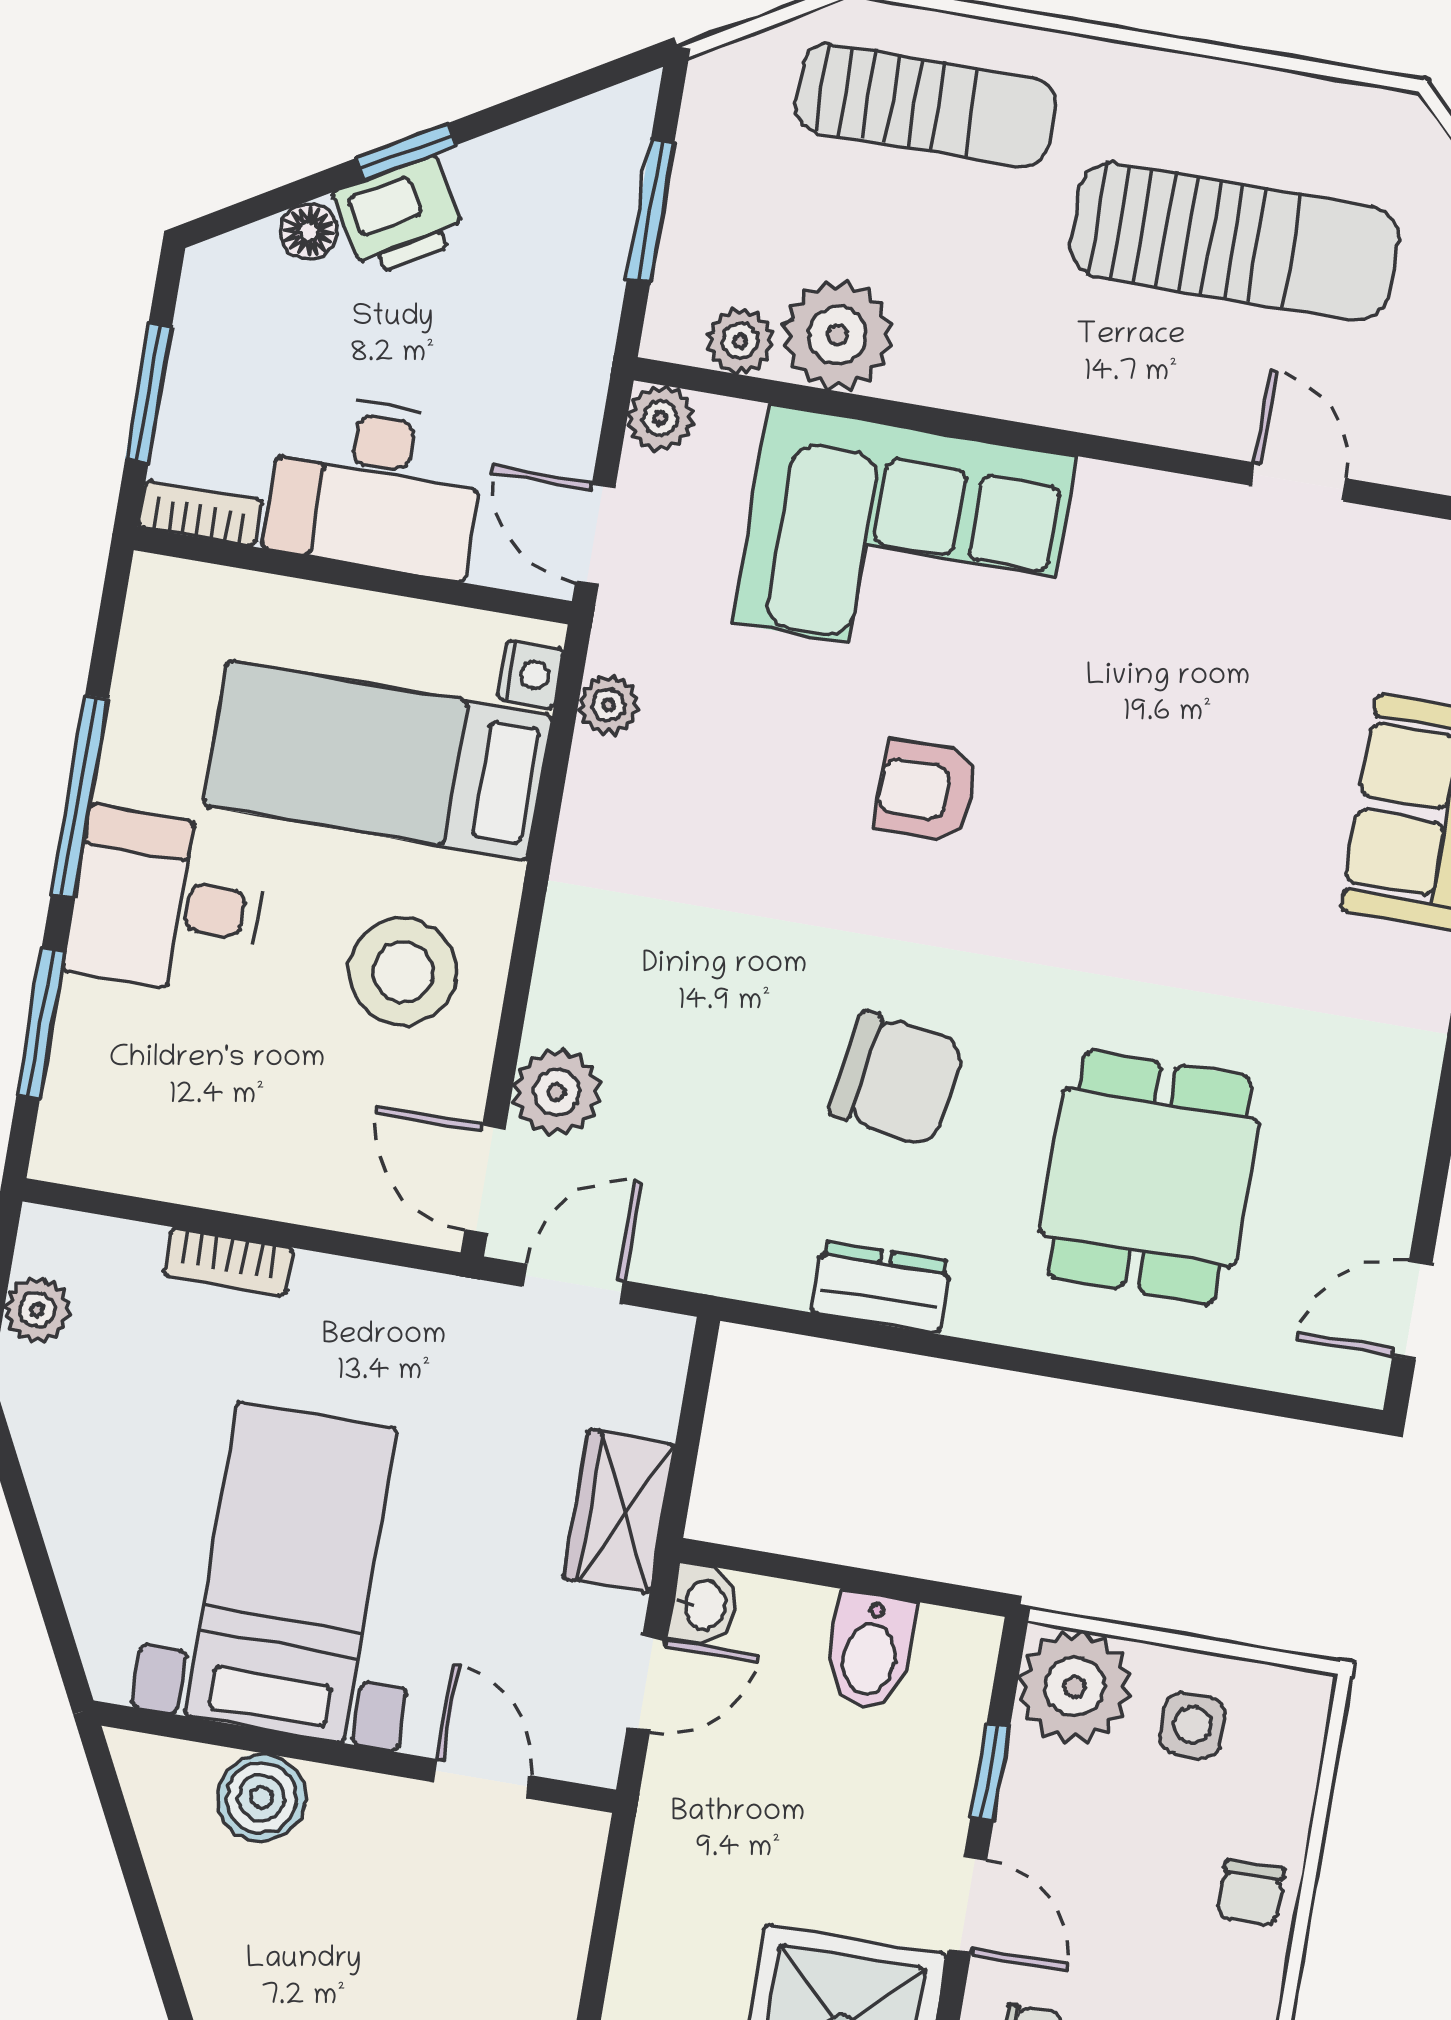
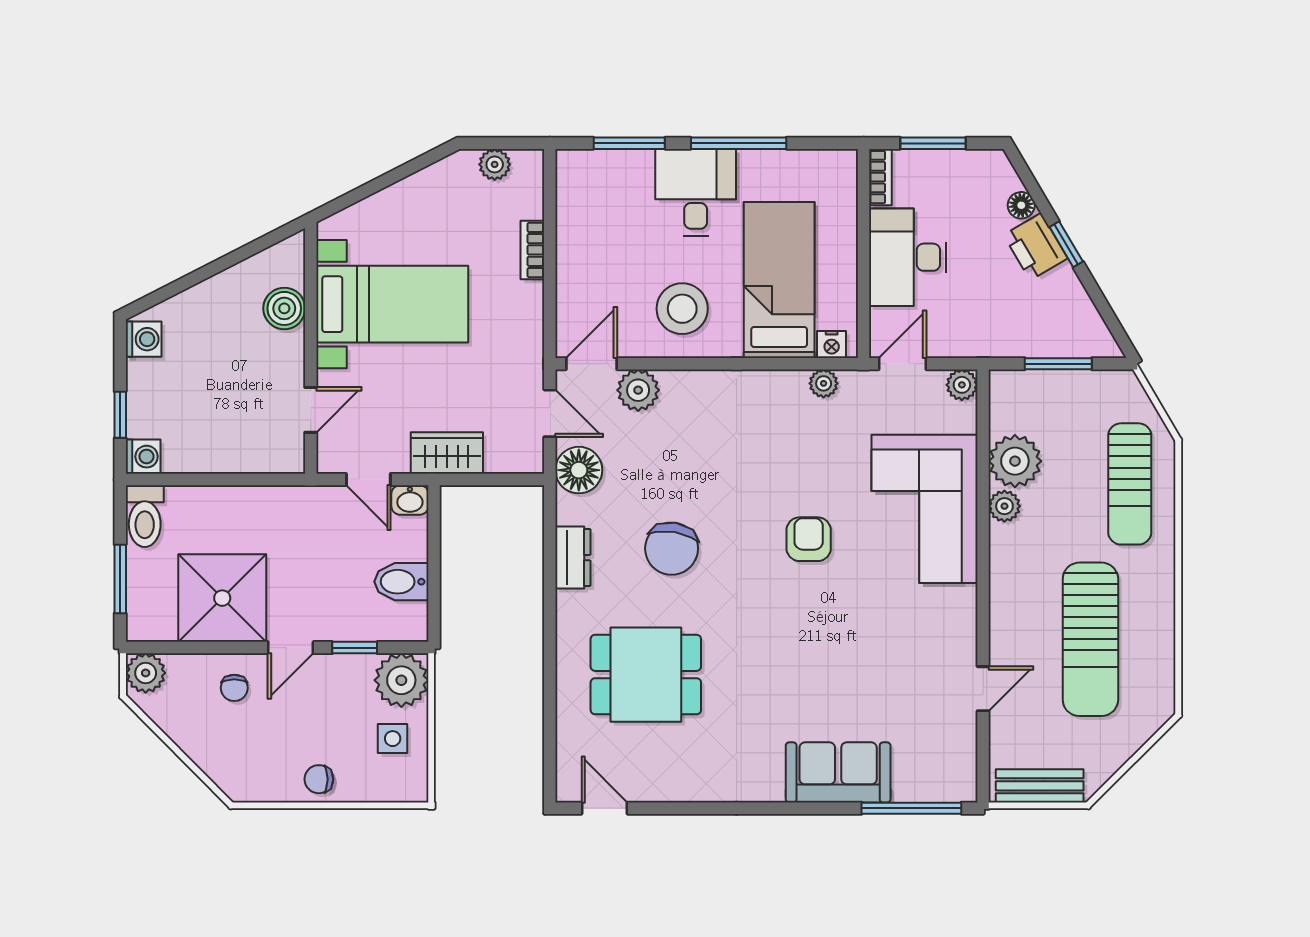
plant: (740, 341) -> (1004, 506), moved
floor lamp: (701, 1244) -> (579, 470), added

